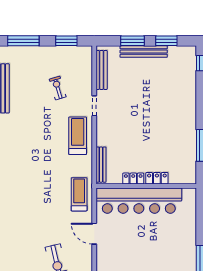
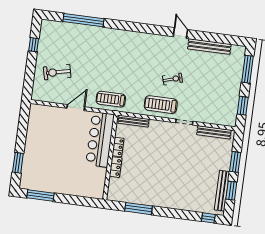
bench: (144, 52) -> (222, 191), moved
exercise bike: (58, 88) -> (172, 79), moved
treadmill: (78, 136) -> (161, 105), turned 180
treadmill: (79, 194) -> (111, 99), turned 180
bar counter: (139, 201) -> (100, 140), width x0.73

